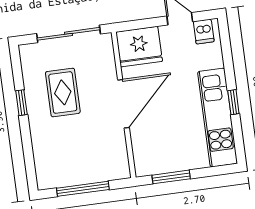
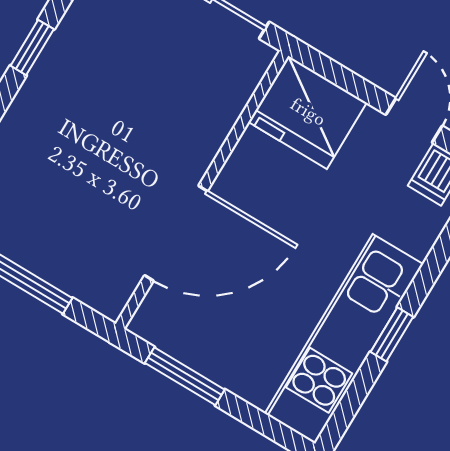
rug: (63, 92) -> (116, 86), removed
door: (123, 104) -> (176, 233), moved

